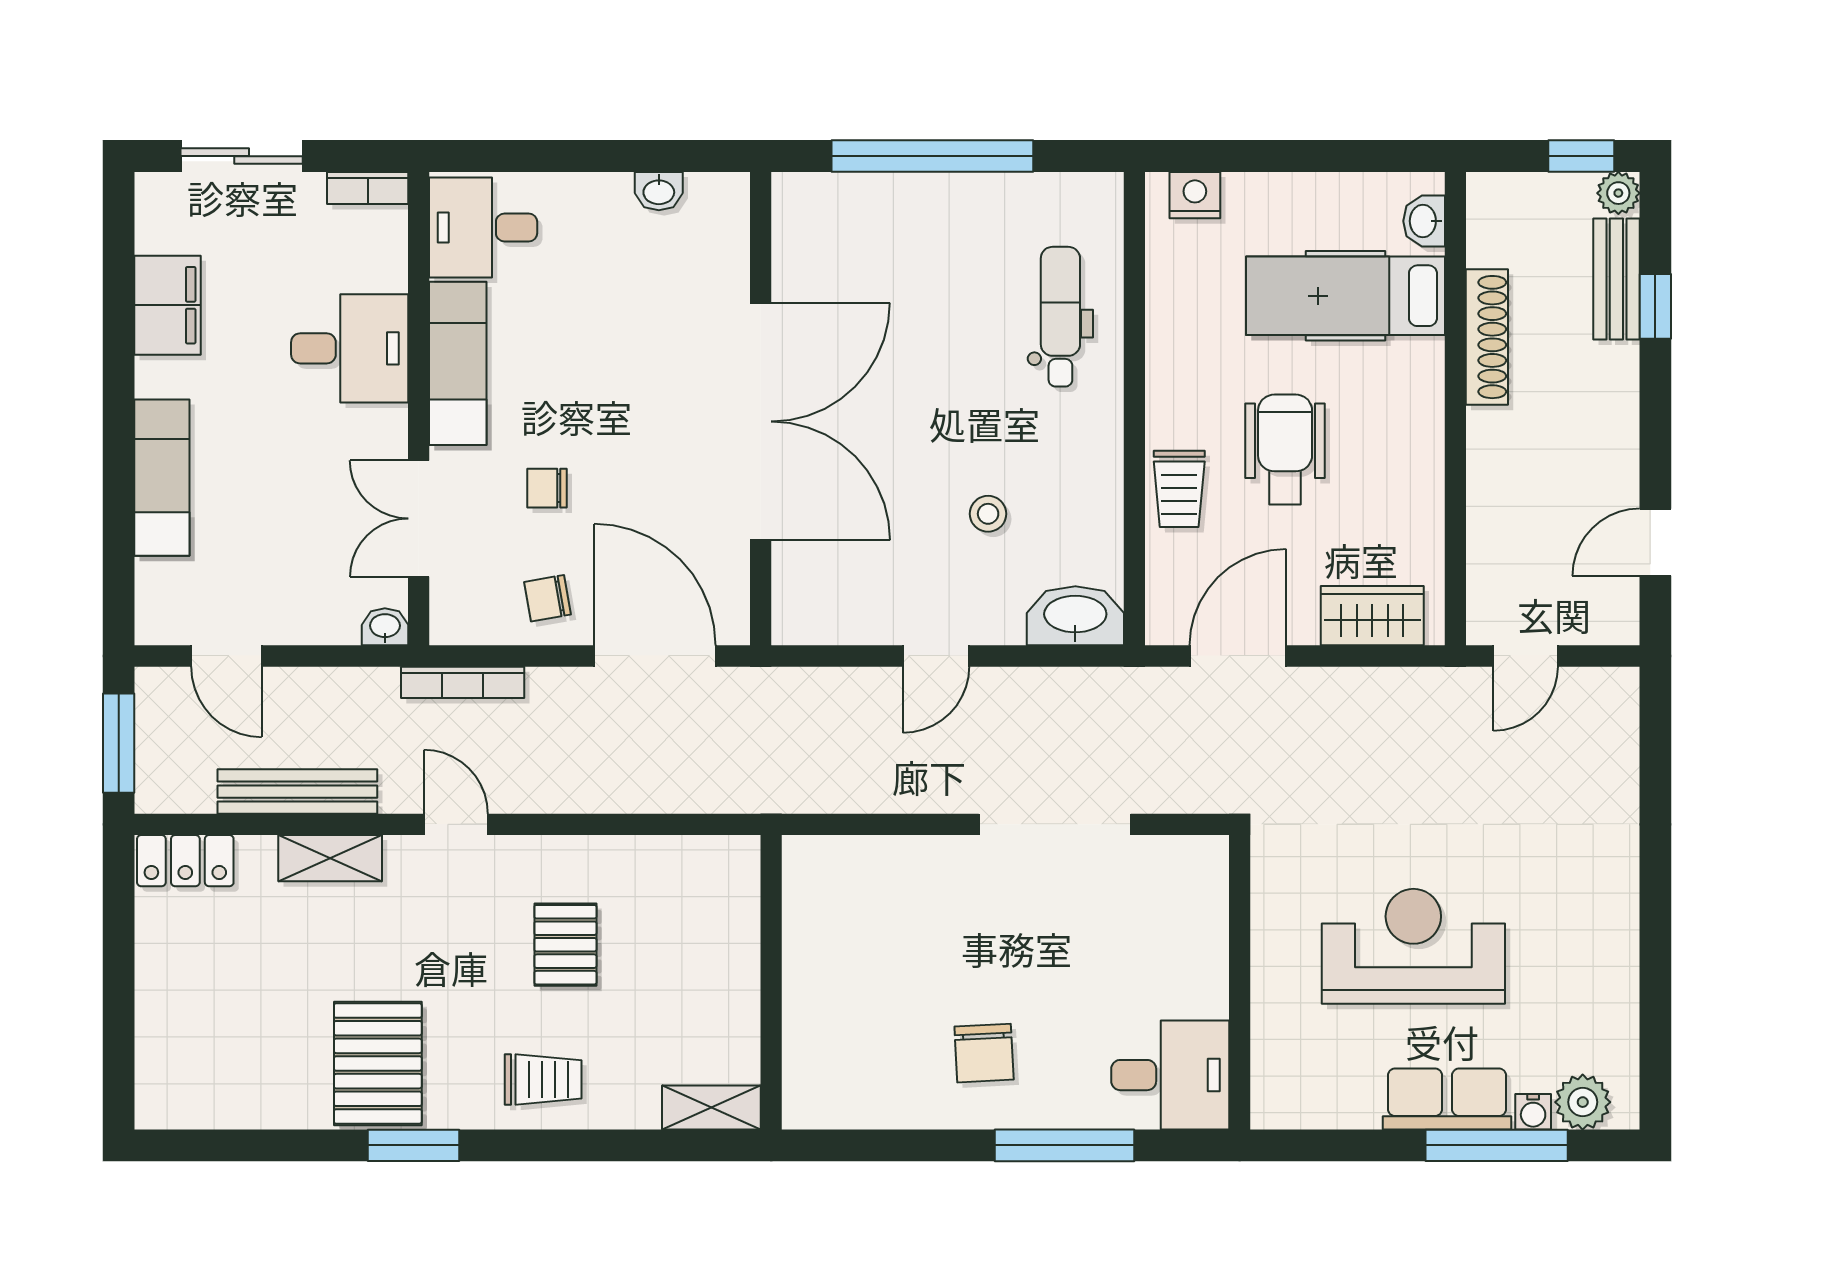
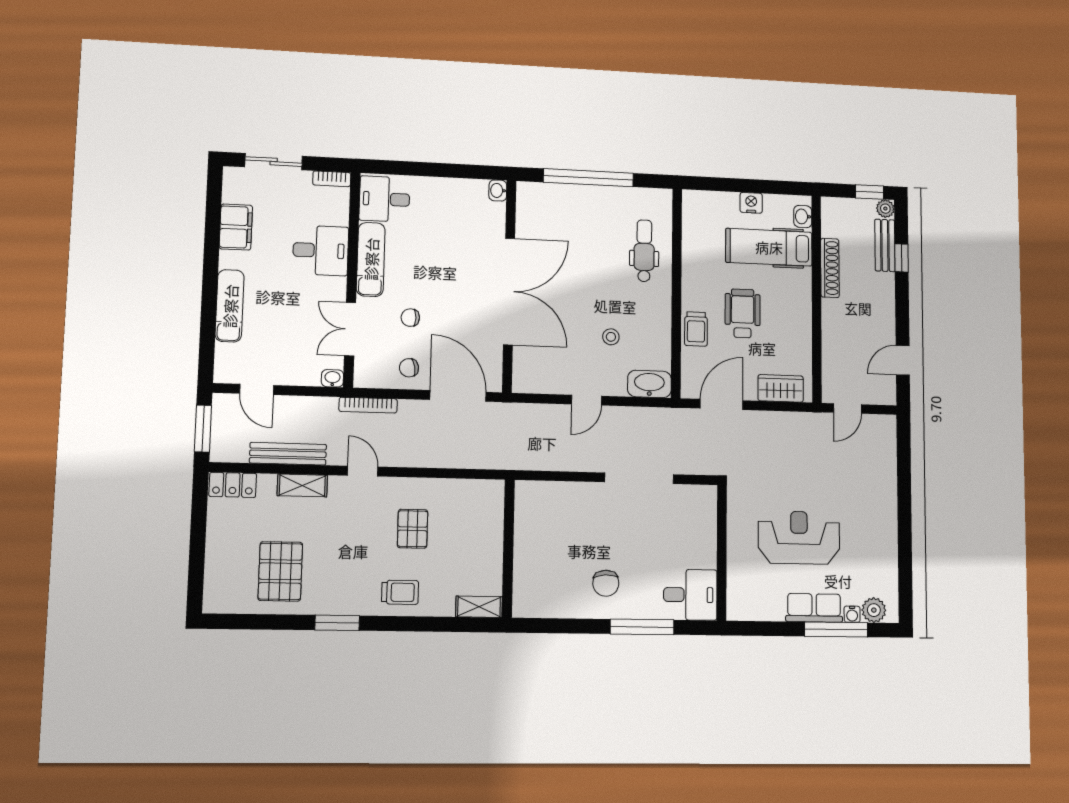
washbasin: (659, 191) -> (498, 190), moved, turned 90
nightstand: (1195, 195) -> (751, 203), moved
pallet: (378, 1063) -> (280, 571), moved

